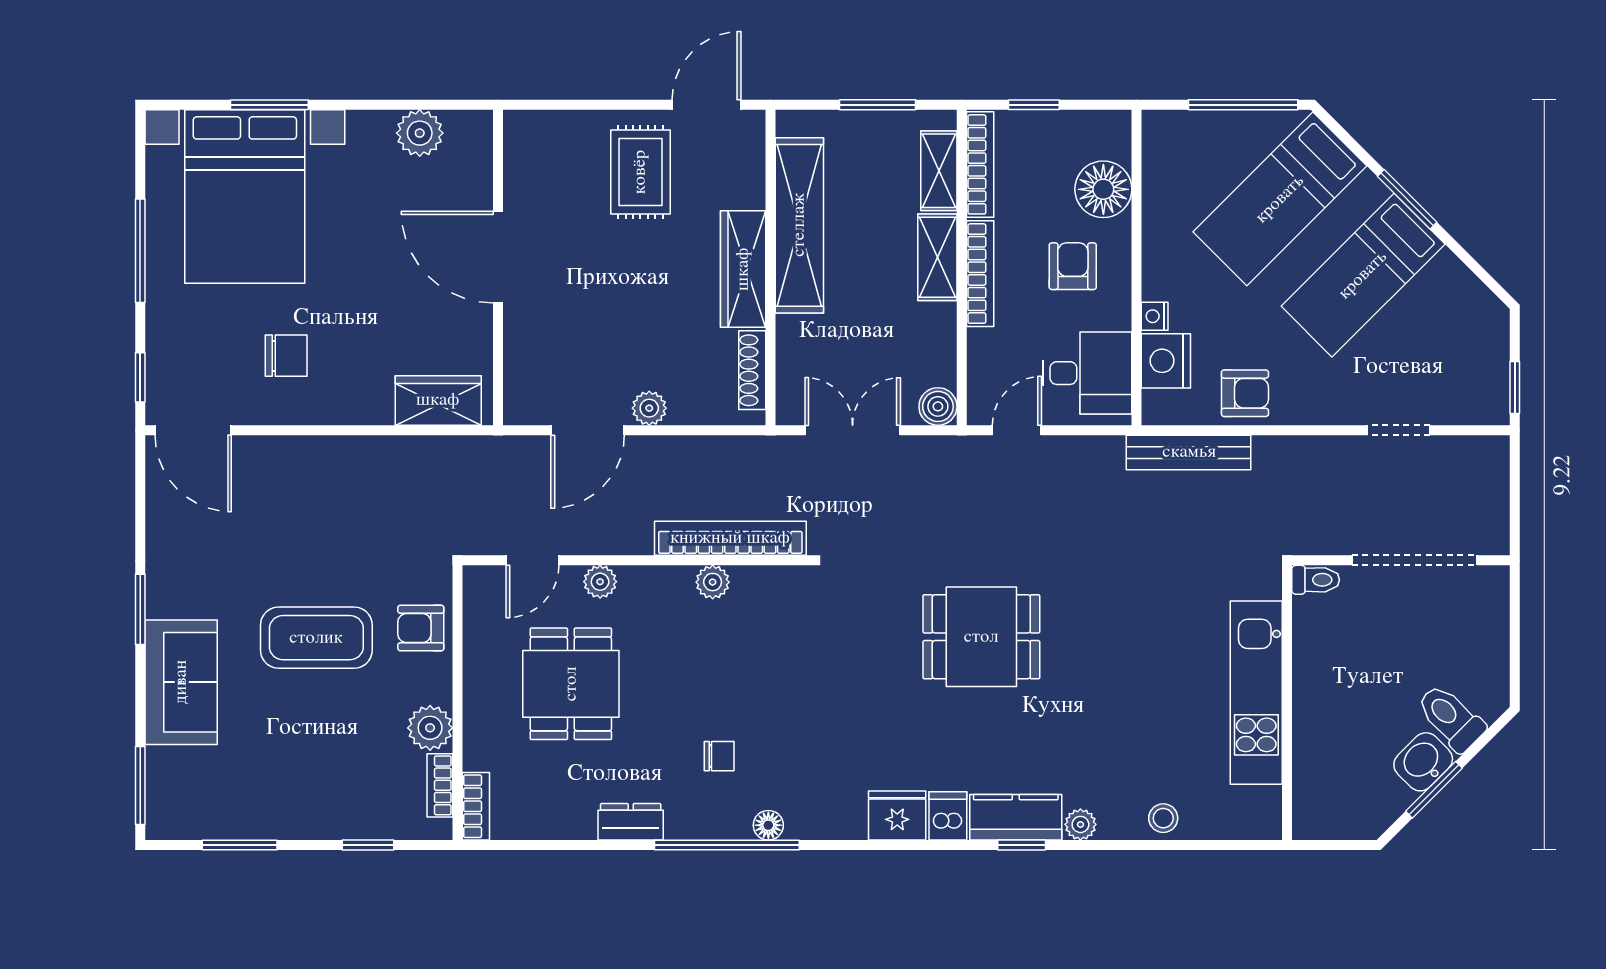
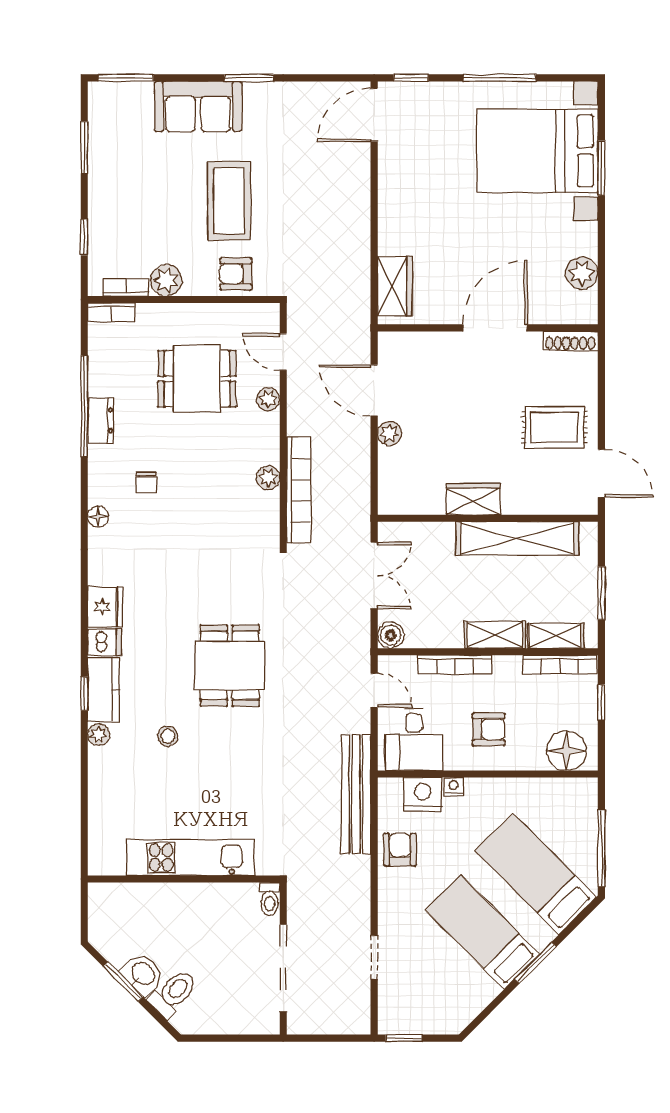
floor lamp: (1103, 189) -> (566, 751), moved
wardrobe: (743, 269) -> (473, 499), width x0.67
bookcase: (980, 274) -> (455, 665), moved
chair: (286, 356) -> (426, 180), removed
shoe rack: (752, 370) -> (570, 341), moved, turned 180
armchair: (1245, 393) -> (400, 850), turned 180
bench: (1189, 452) -> (356, 794), width x1.37, depth x1.21
armchair: (421, 628) -> (236, 274), turned -90
stool: (1163, 818) -> (168, 736), moved
window: (727, 845) -> (84, 406), moved

